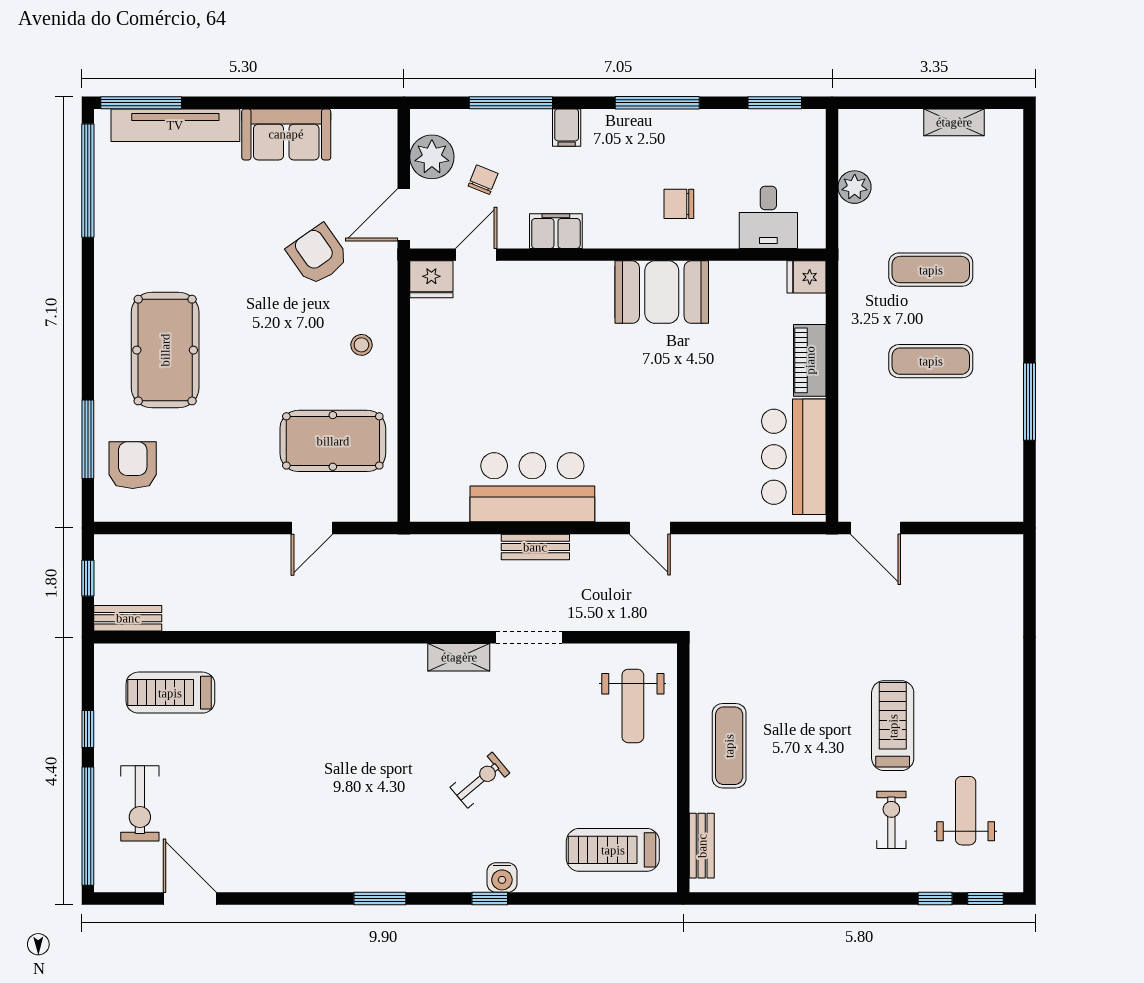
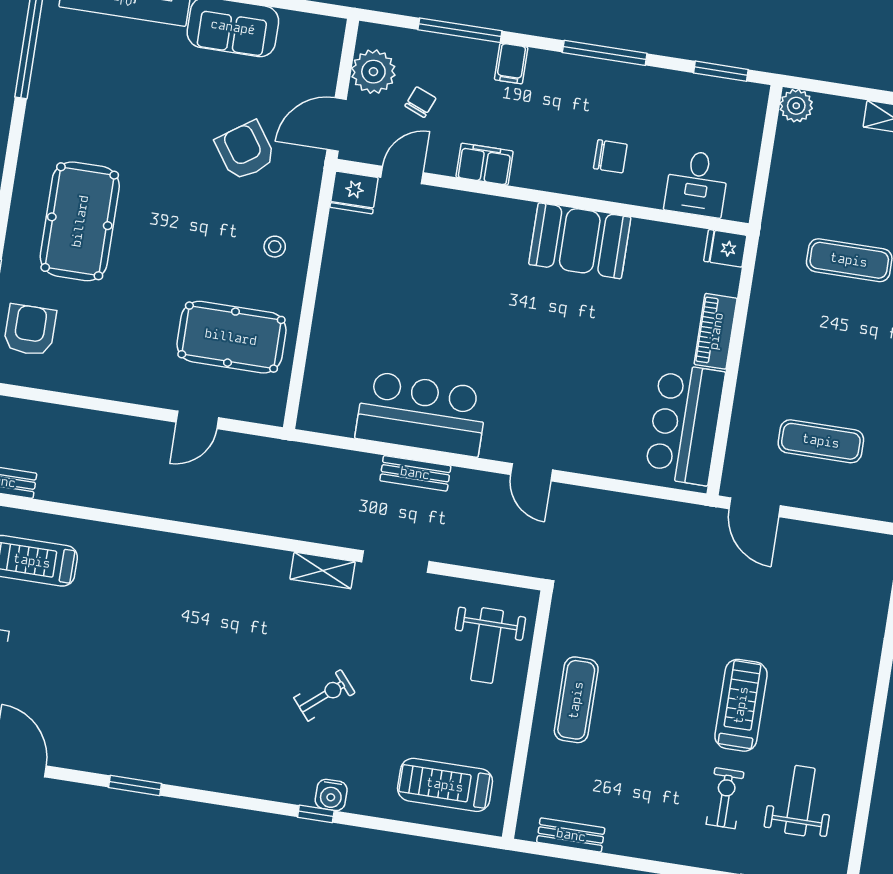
plant: (855, 187) -> (796, 106), moved
chair: (679, 204) -> (610, 156), turned 180
exercise mat: (931, 361) -> (821, 441), moved
bench: (702, 846) -> (571, 835), moved, turned 90
window: (380, 898) -> (135, 785), moved

